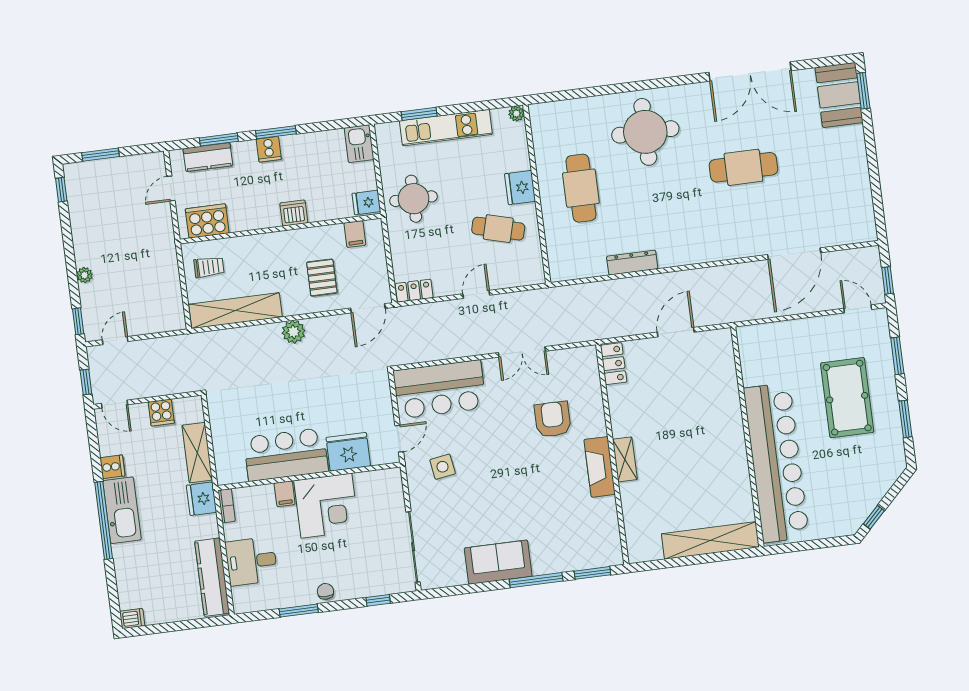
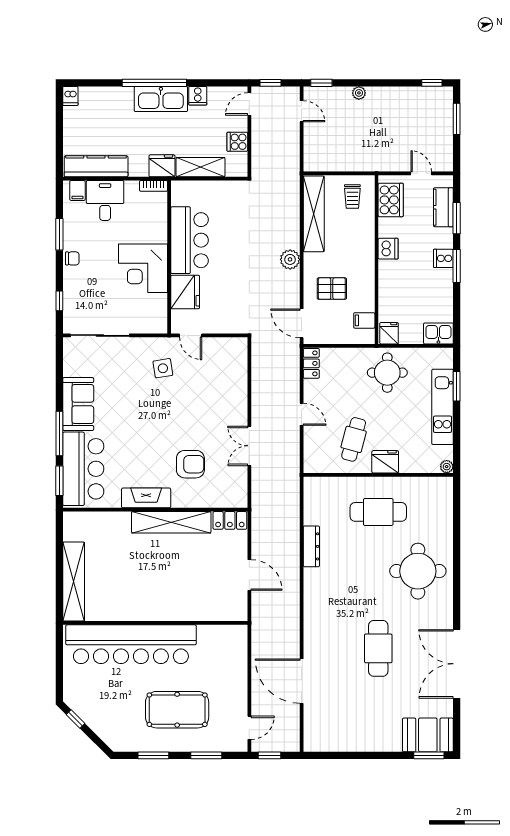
dishwasher: (294, 213) -> (388, 249), moved
bar counter: (440, 389) -> (83, 469), moved, turned 180
shelving: (625, 459) -> (171, 522), width x2.20, depth x1.33
filing cabinet: (285, 494) -> (77, 190), moved, turned -90

